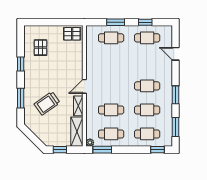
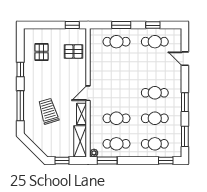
window: (69, 22) -> (72, 25), added
pallet: (72, 34) -> (73, 51), moved
window: (21, 98) -> (20, 106), width x1.44
trolley: (47, 103) -> (48, 111), turned 108

